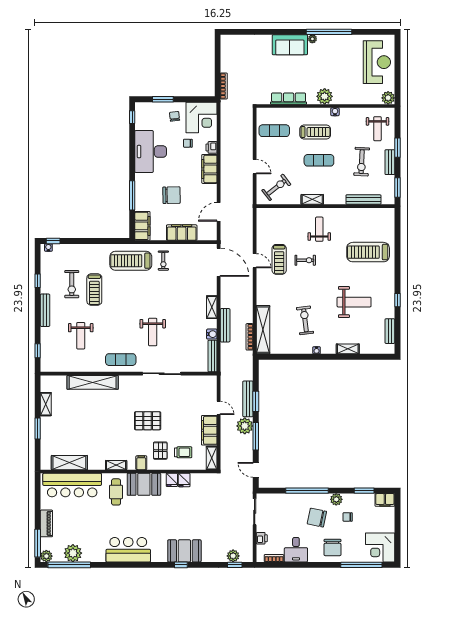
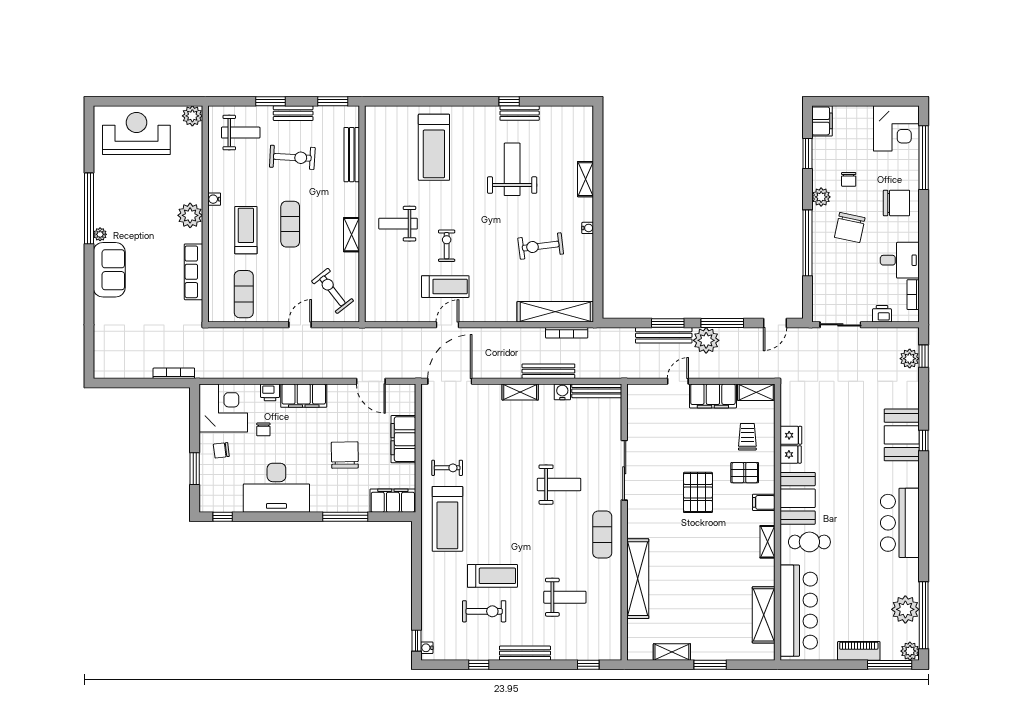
bench: (390, 331) -> (520, 113), moved

